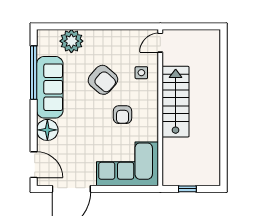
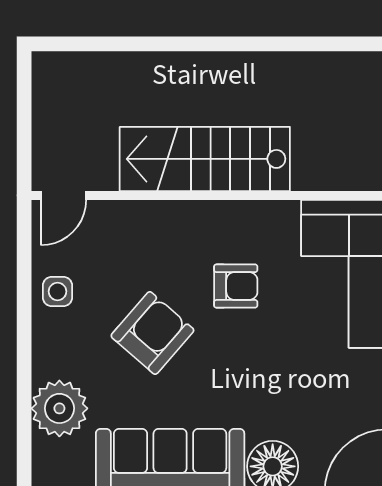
door: (160, 43) -> (63, 195), hinge flipped
side table: (141, 73) -> (58, 291), moved

